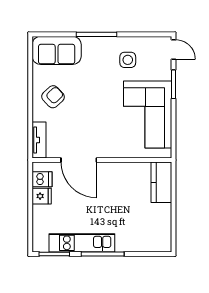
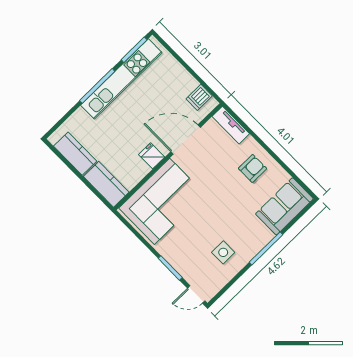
armchair: (53, 97) -> (253, 168), turned -137
corner sofa: (148, 115) -> (162, 201), moved, turned 90
fridge: (42, 196) -> (152, 156), moved, turned 90
kitchen counter: (162, 223) -> (75, 154), added
kitchen unit: (82, 243) -> (121, 79), width x1.36

